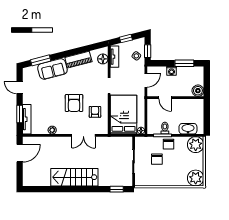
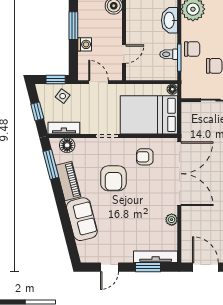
window: (41, 60) -> (51, 164), moved
armchair: (74, 103) -> (113, 178), moved, turned 90
double door: (83, 135) -> (179, 174), width x1.87

